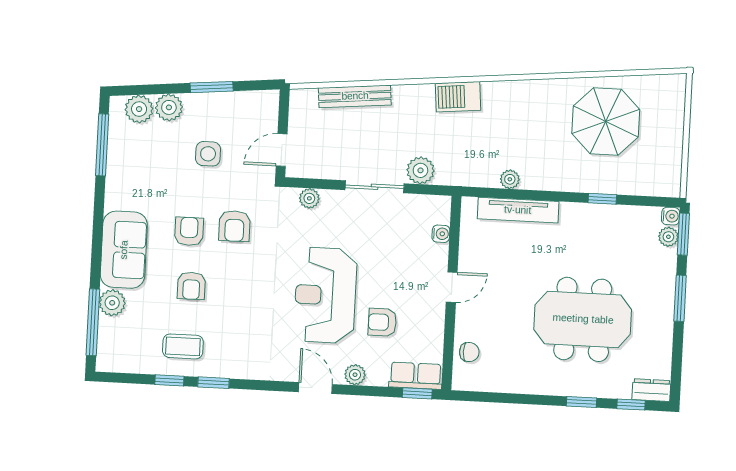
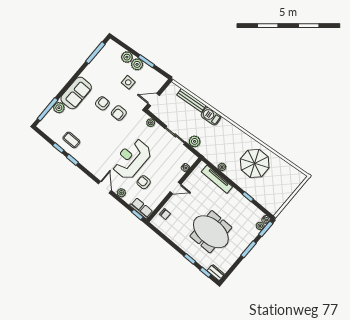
barbecue: (458, 97) -> (211, 116), moved
plant: (139, 109) -> (137, 64), moved
parasol: (606, 121) -> (255, 163), moved
armchair: (191, 286) -> (89, 122), removed

